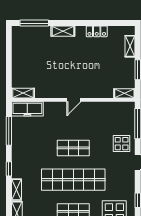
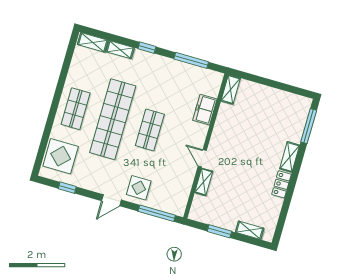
locker: (97, 31) -> (281, 184), moved
shelving: (124, 93) -> (204, 182), moved
door: (74, 100) -> (202, 158), moved
freezer: (27, 109) -> (205, 110), moved, width x0.71

